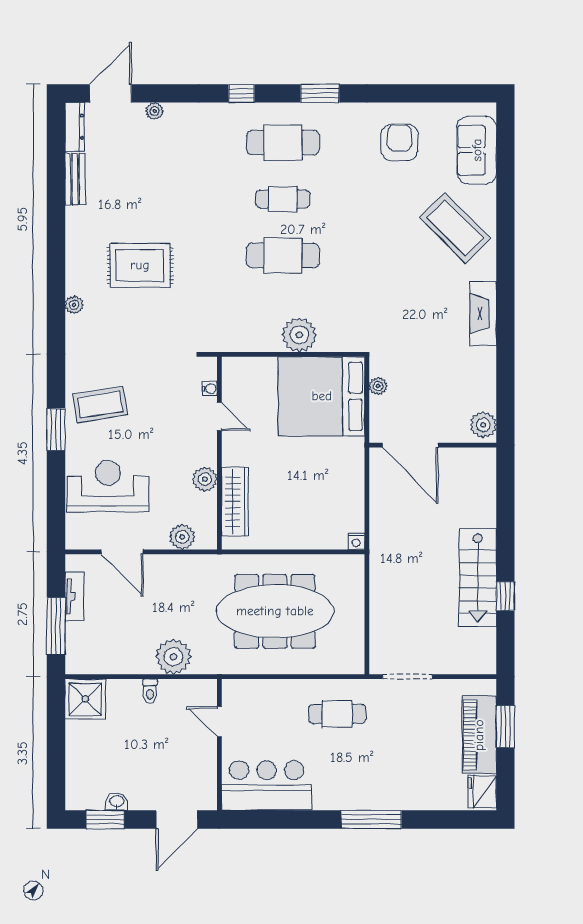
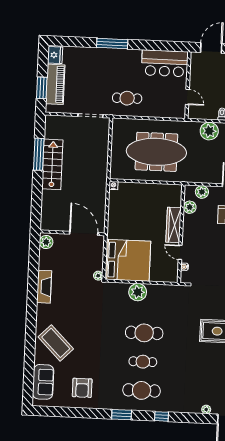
fireplace: (483, 314) -> (44, 287), moved
plant: (378, 386) -> (98, 276), moved
plant: (205, 479) -> (190, 207), moved
wardrobe: (235, 502) -> (174, 225), moved
window: (505, 596) -> (39, 154), width x2.17

